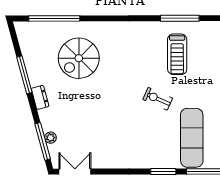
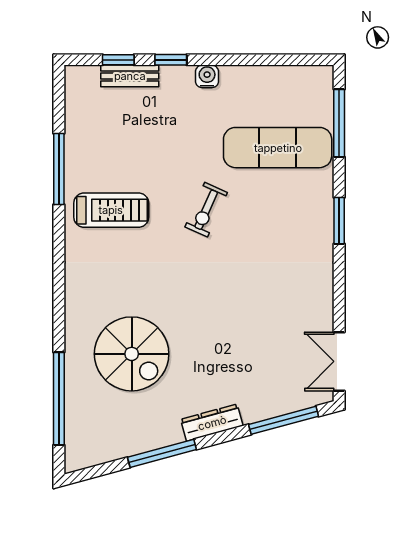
treadmill: (177, 54) -> (111, 210), moved
dresser: (40, 97) -> (212, 423), width x1.44
plant: (50, 138) -> (277, 406), removed
window: (163, 171) -> (339, 221), moved

